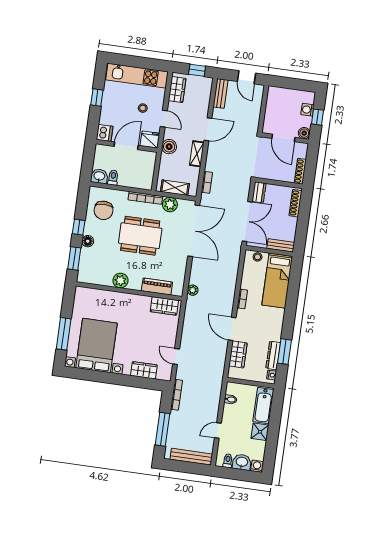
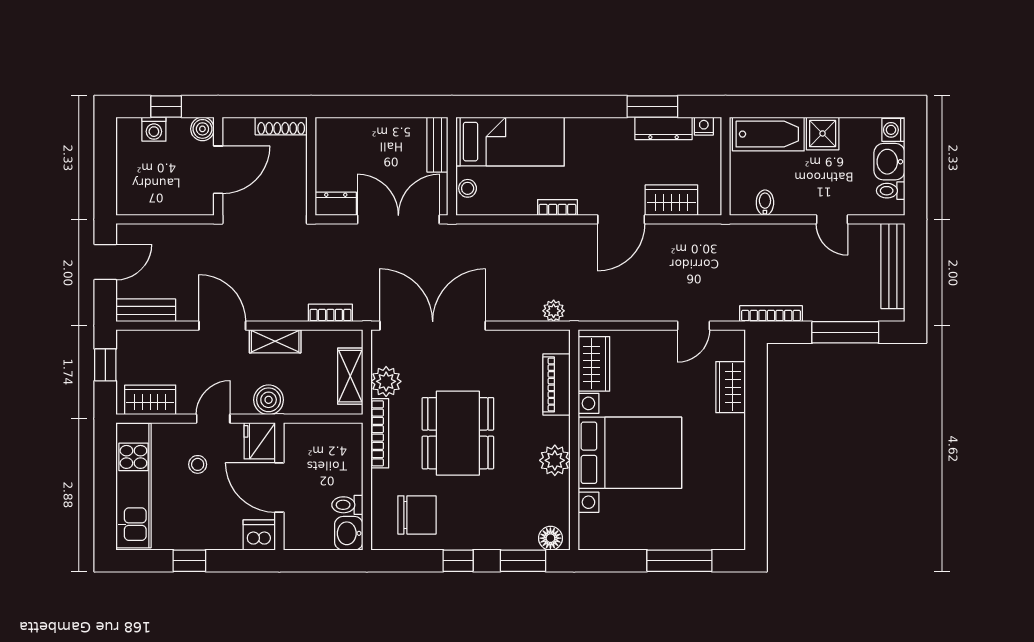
shoe rack: (295, 203) -> (347, 127), removed
floor lamp: (88, 241) -> (550, 538), moved
bed with nightstands: (96, 345) -> (630, 453), moved, turned 180

